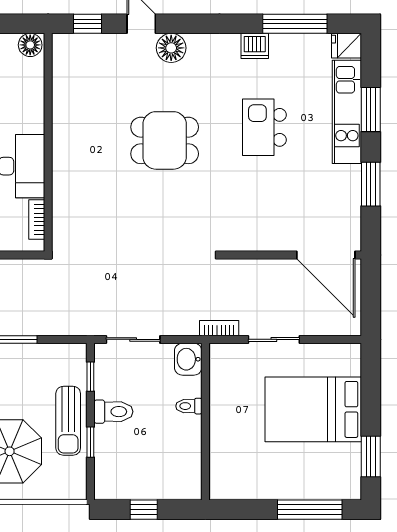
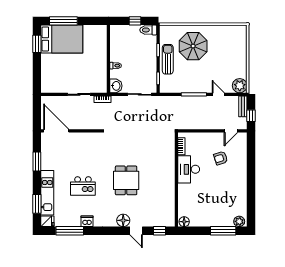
window: (371, 109) -> (37, 204), moved
kitchen island: (264, 127) -> (83, 186), turned 90
dining table: (165, 140) -> (126, 180), turned 90
bed: (313, 409) -> (62, 39), moved
toilet: (113, 412) -> (148, 30), moved

